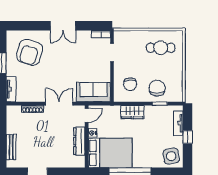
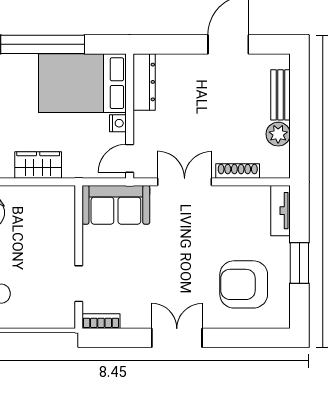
armchair: (30, 52) -> (244, 284), turned -106
chair: (130, 84) -> (43, 221), removed
double door: (59, 104) -> (185, 182), swing flipped
plant: (12, 127) -> (278, 134), added
dresser: (79, 141) -> (144, 82), moved

